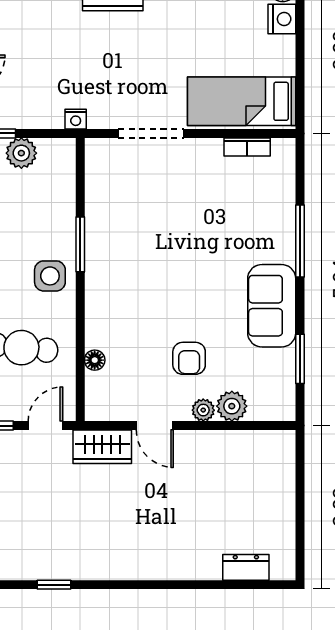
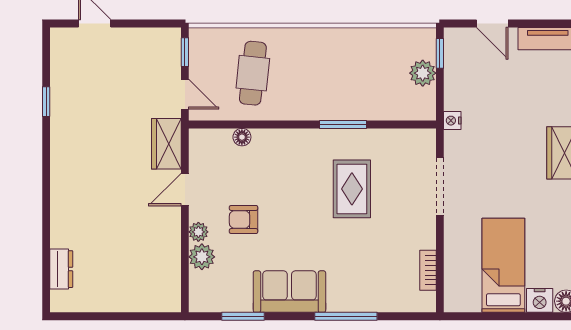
bed: (242, 101) -> (503, 265), moved
rug: (154, 234) -> (352, 189), added
side table: (50, 276) -> (315, 98), removed

